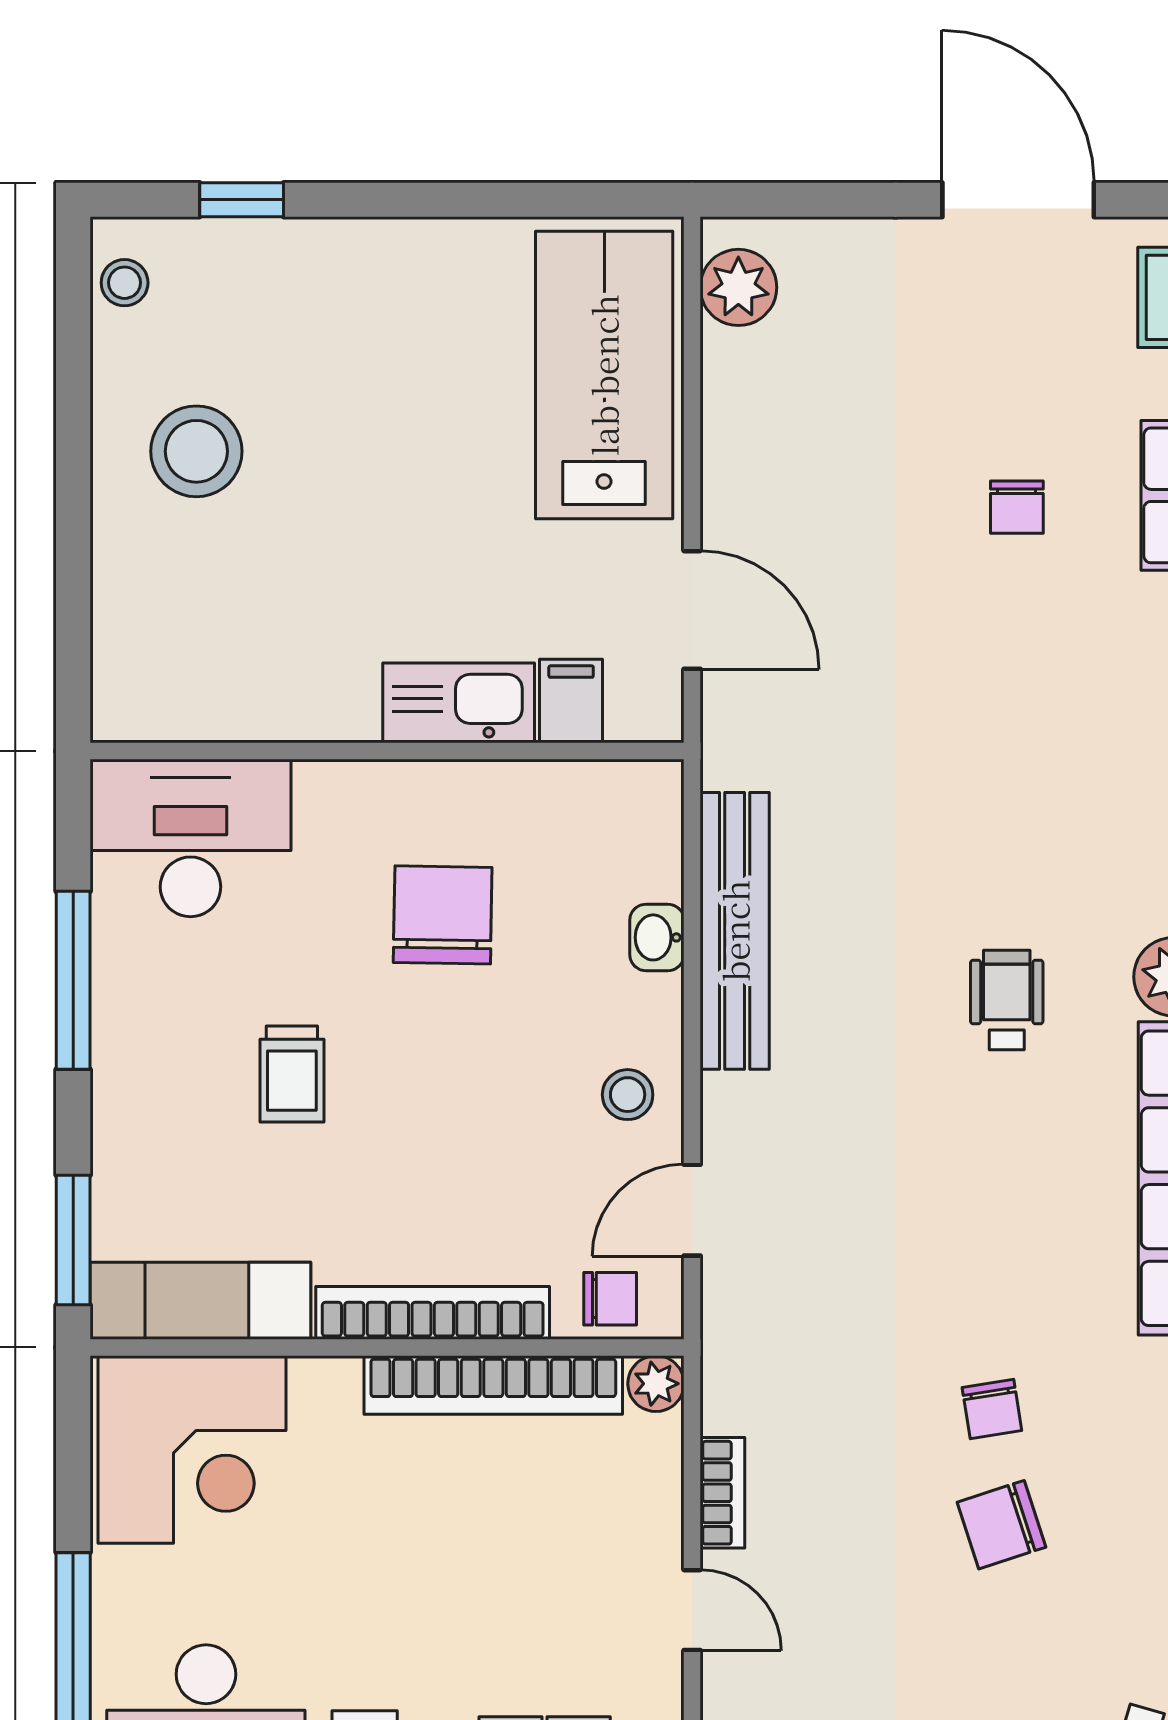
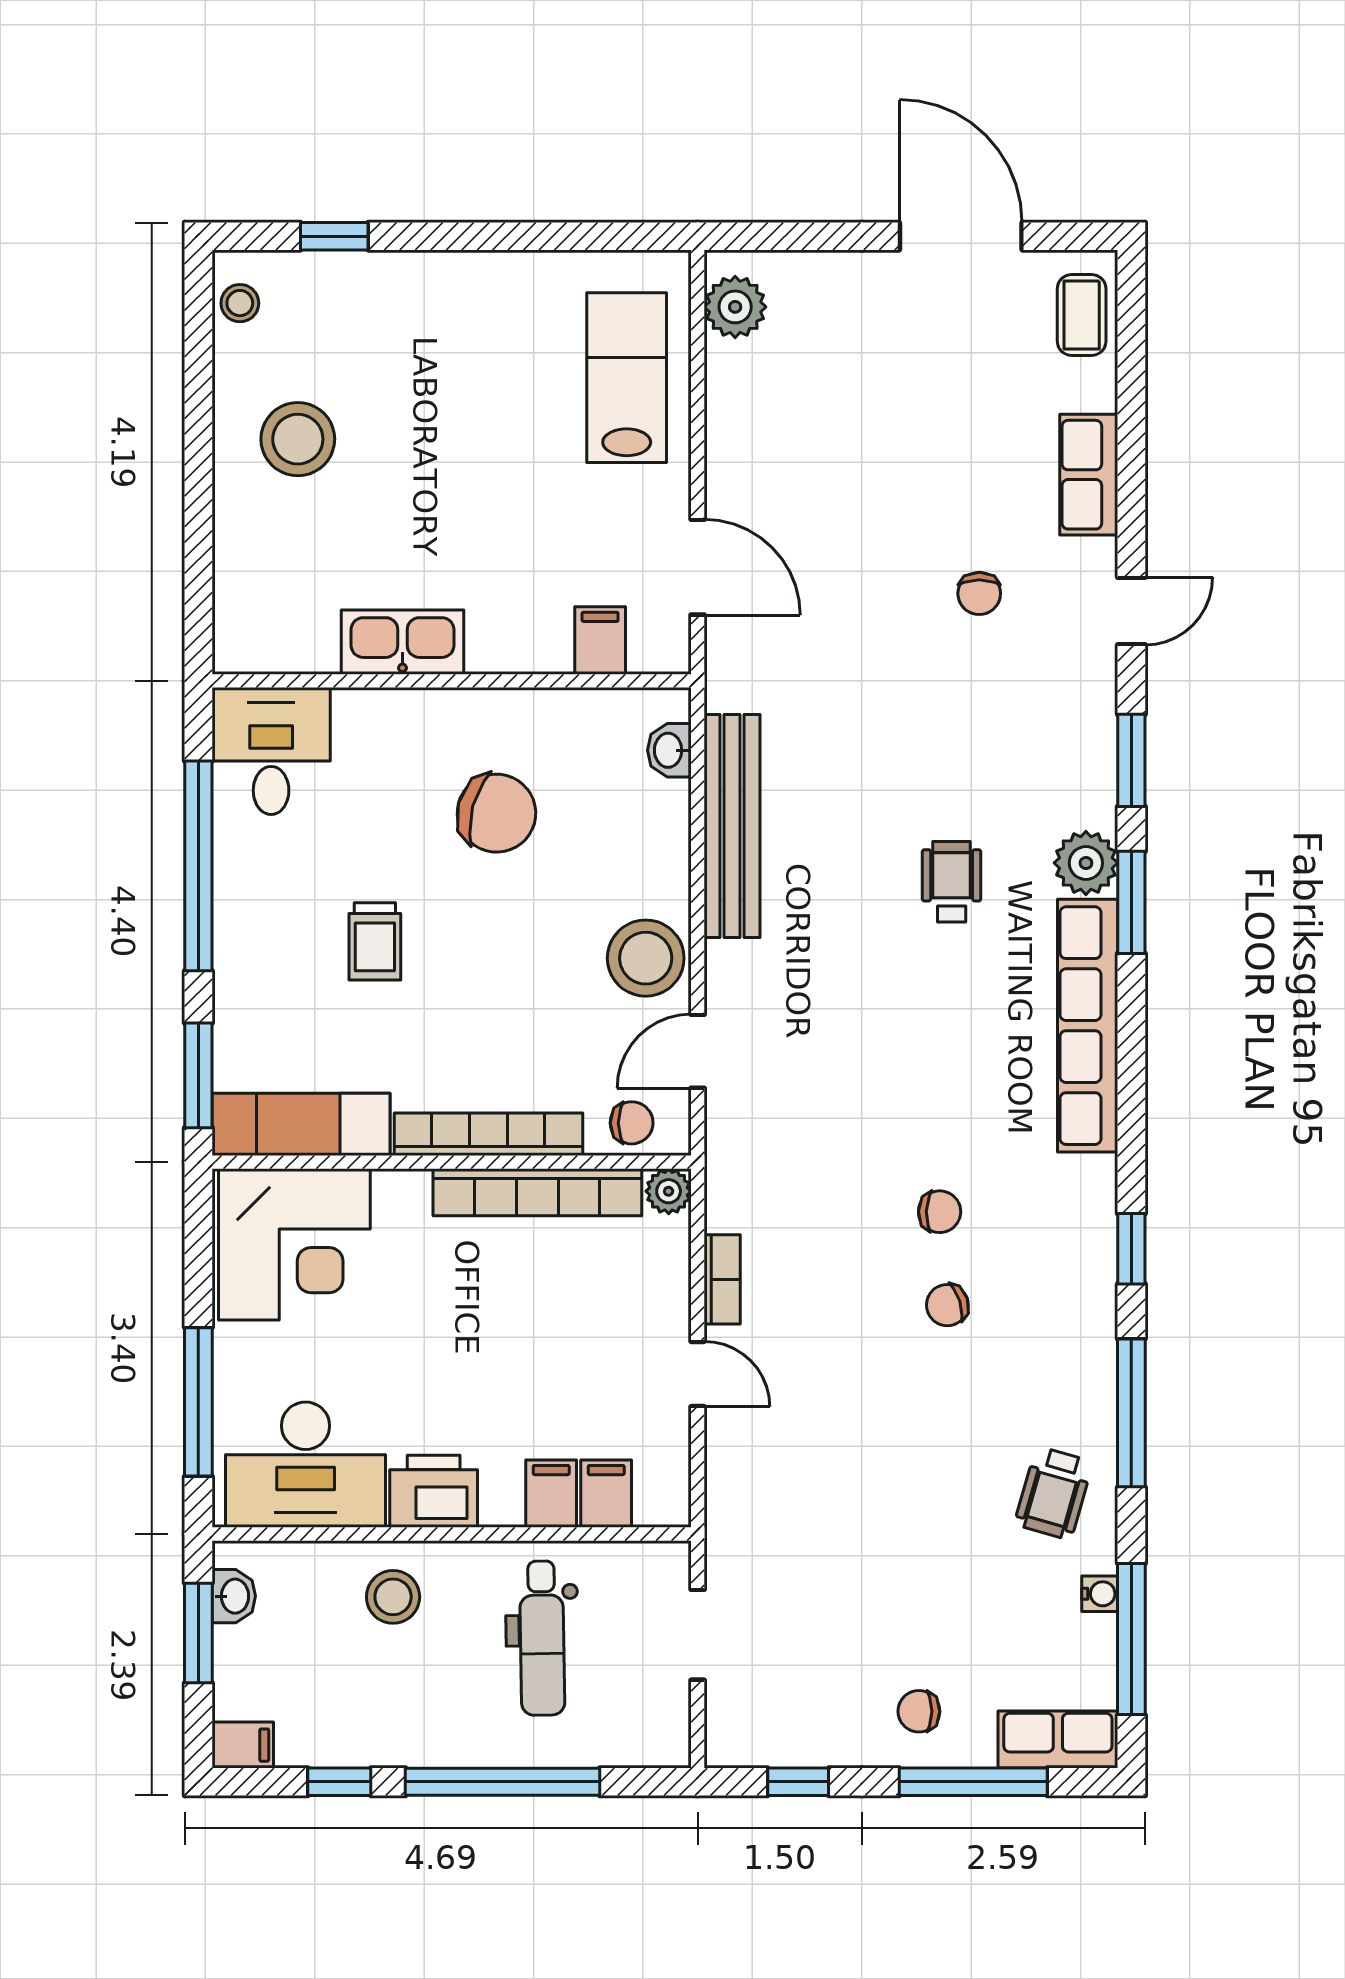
lab bench: (604, 375) -> (627, 378), width x0.73, depth x0.72
chair: (1017, 507) -> (979, 593), moved
kitchen sink: (459, 703) -> (403, 642), moved
desk: (190, 838) -> (271, 751), width x0.73
chair: (443, 915) -> (496, 813), turned 104
washbasin: (657, 937) -> (669, 750), moved
window: (73, 980) -> (198, 866), width x1.46
stool: (628, 1095) -> (646, 958), width x1.89, depth x1.89
chair: (992, 1409) -> (940, 1212), turned -79
chair: (1001, 1525) -> (947, 1305), width x0.73, depth x0.73

